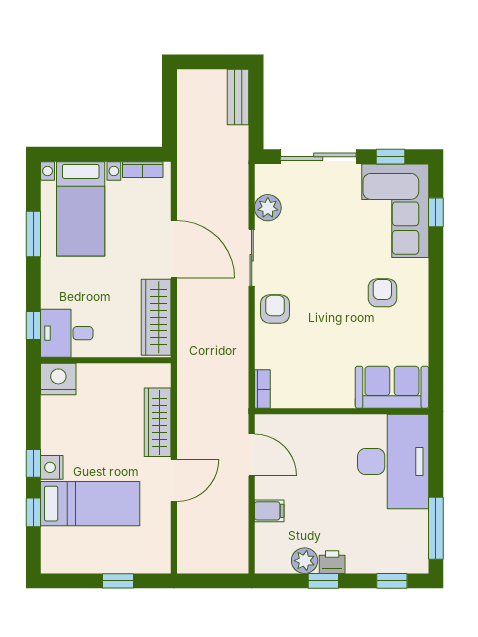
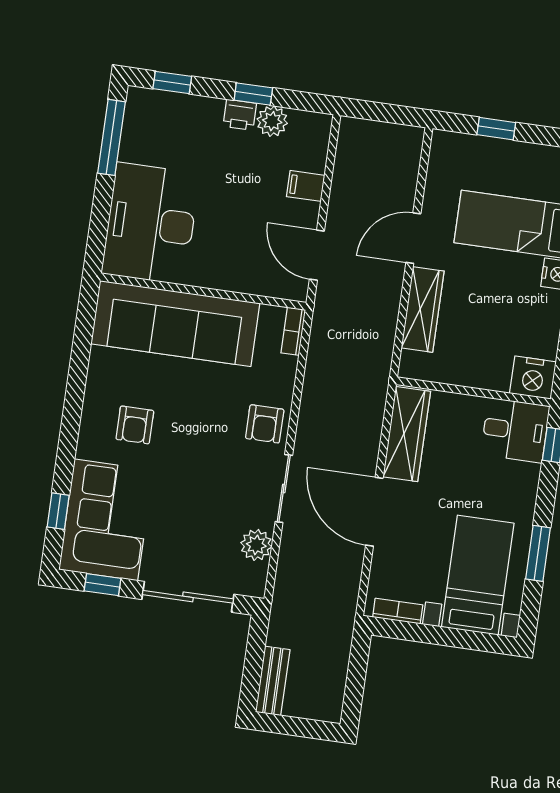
sofa: (392, 387) -> (175, 324), width x1.85, depth x1.27

